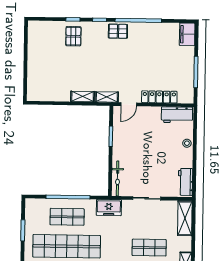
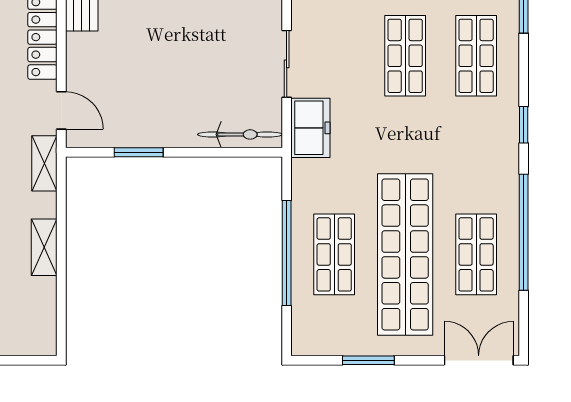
shelving: (83, 96) -> (44, 247), moved
freezer: (109, 208) -> (310, 128), moved

